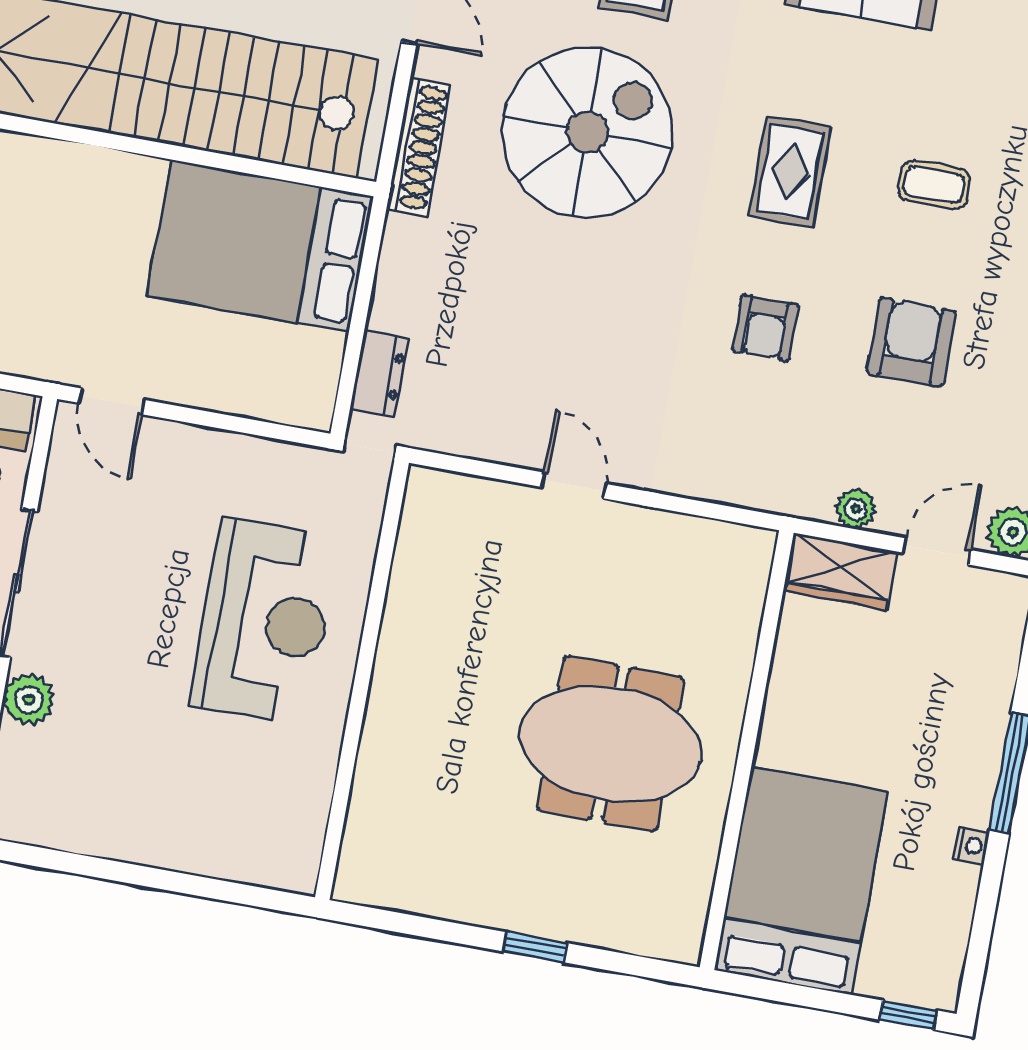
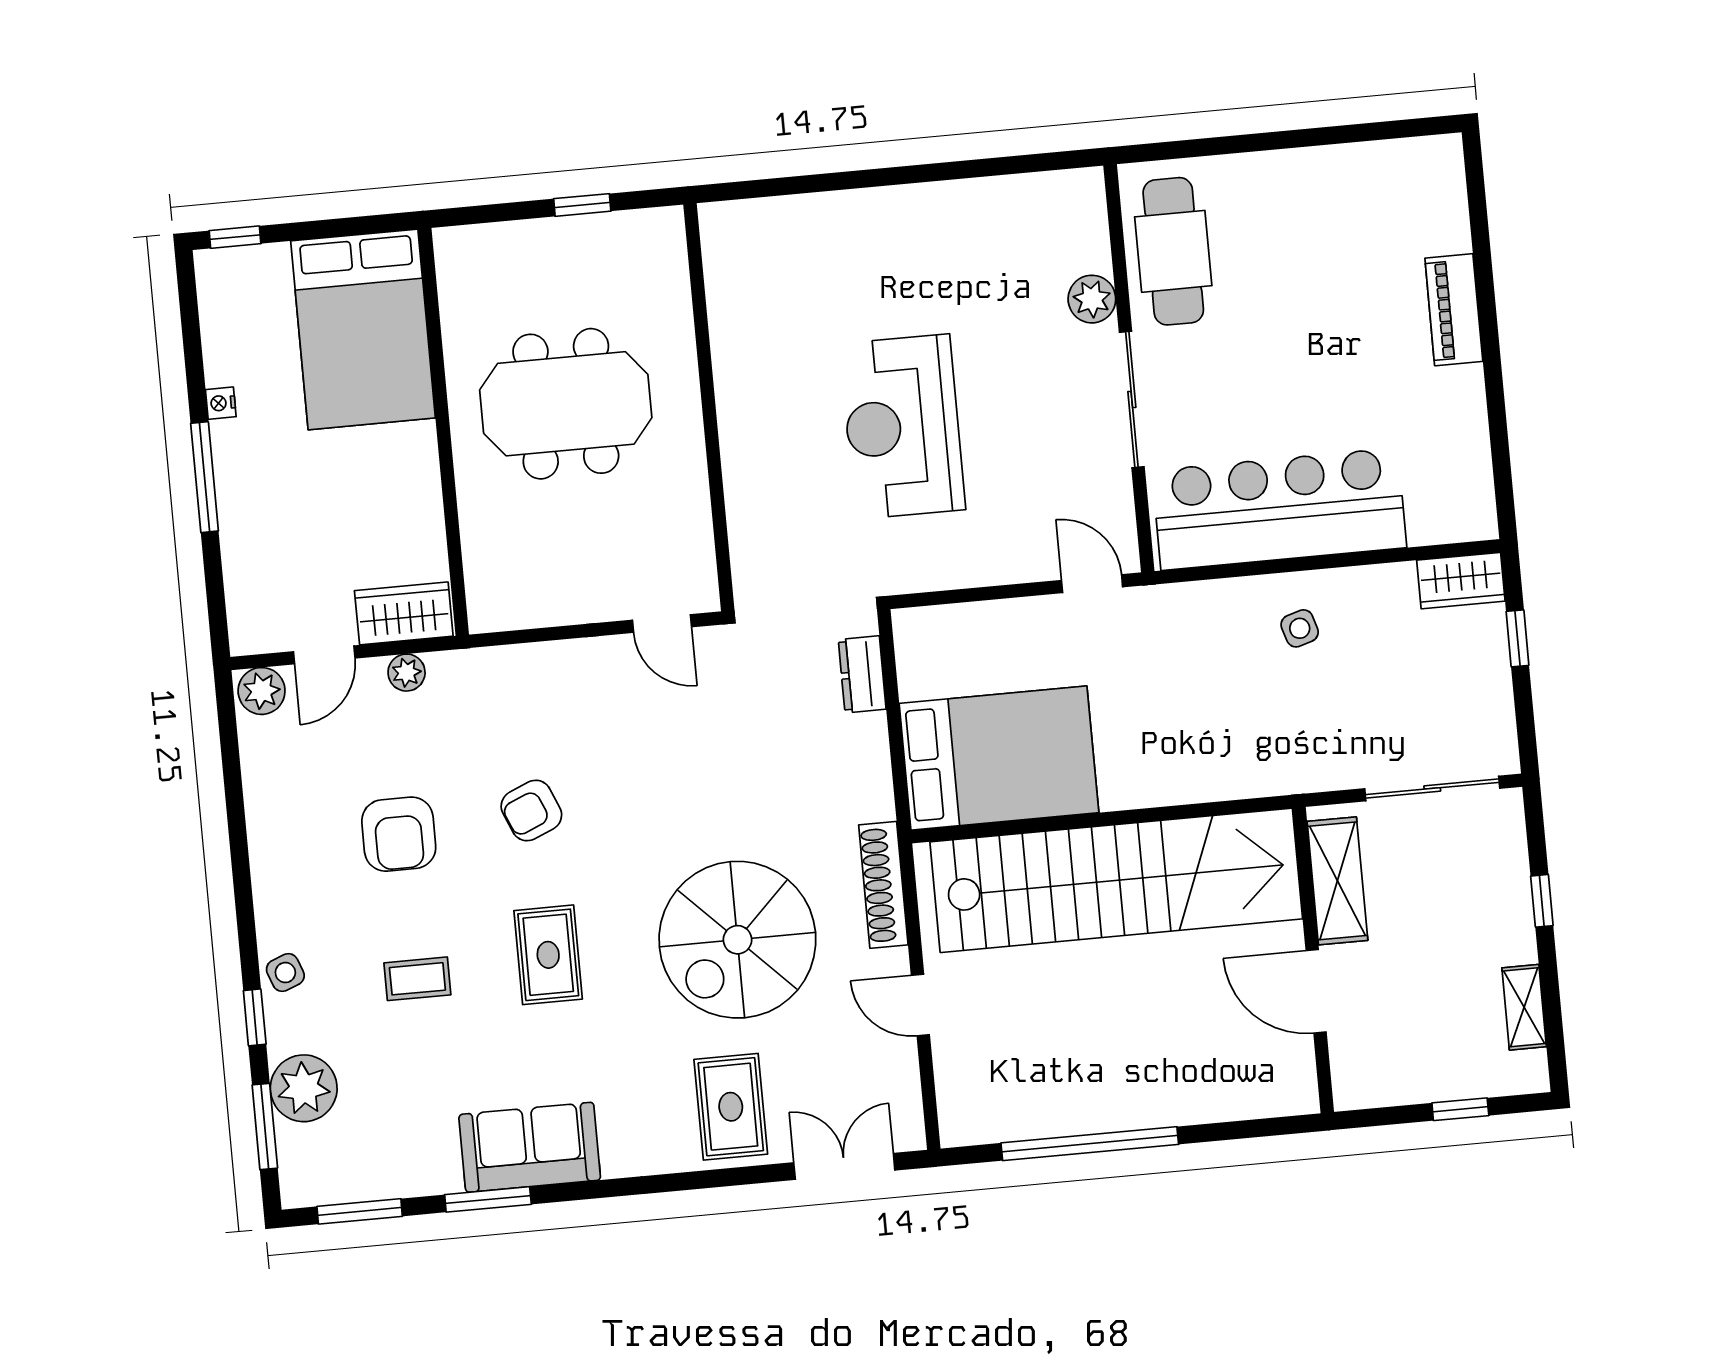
armchair: (765, 328) -> (531, 811), turned -113
wall: (362, 680) -> (709, 407), moved

